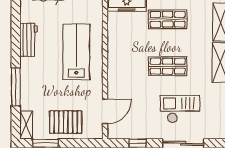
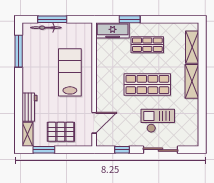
workbench: (28, 40) -> (29, 107), moved
shop shelf: (168, 66) -> (147, 85), width x1.43, depth x1.36
window: (16, 87) -> (19, 51), moved

